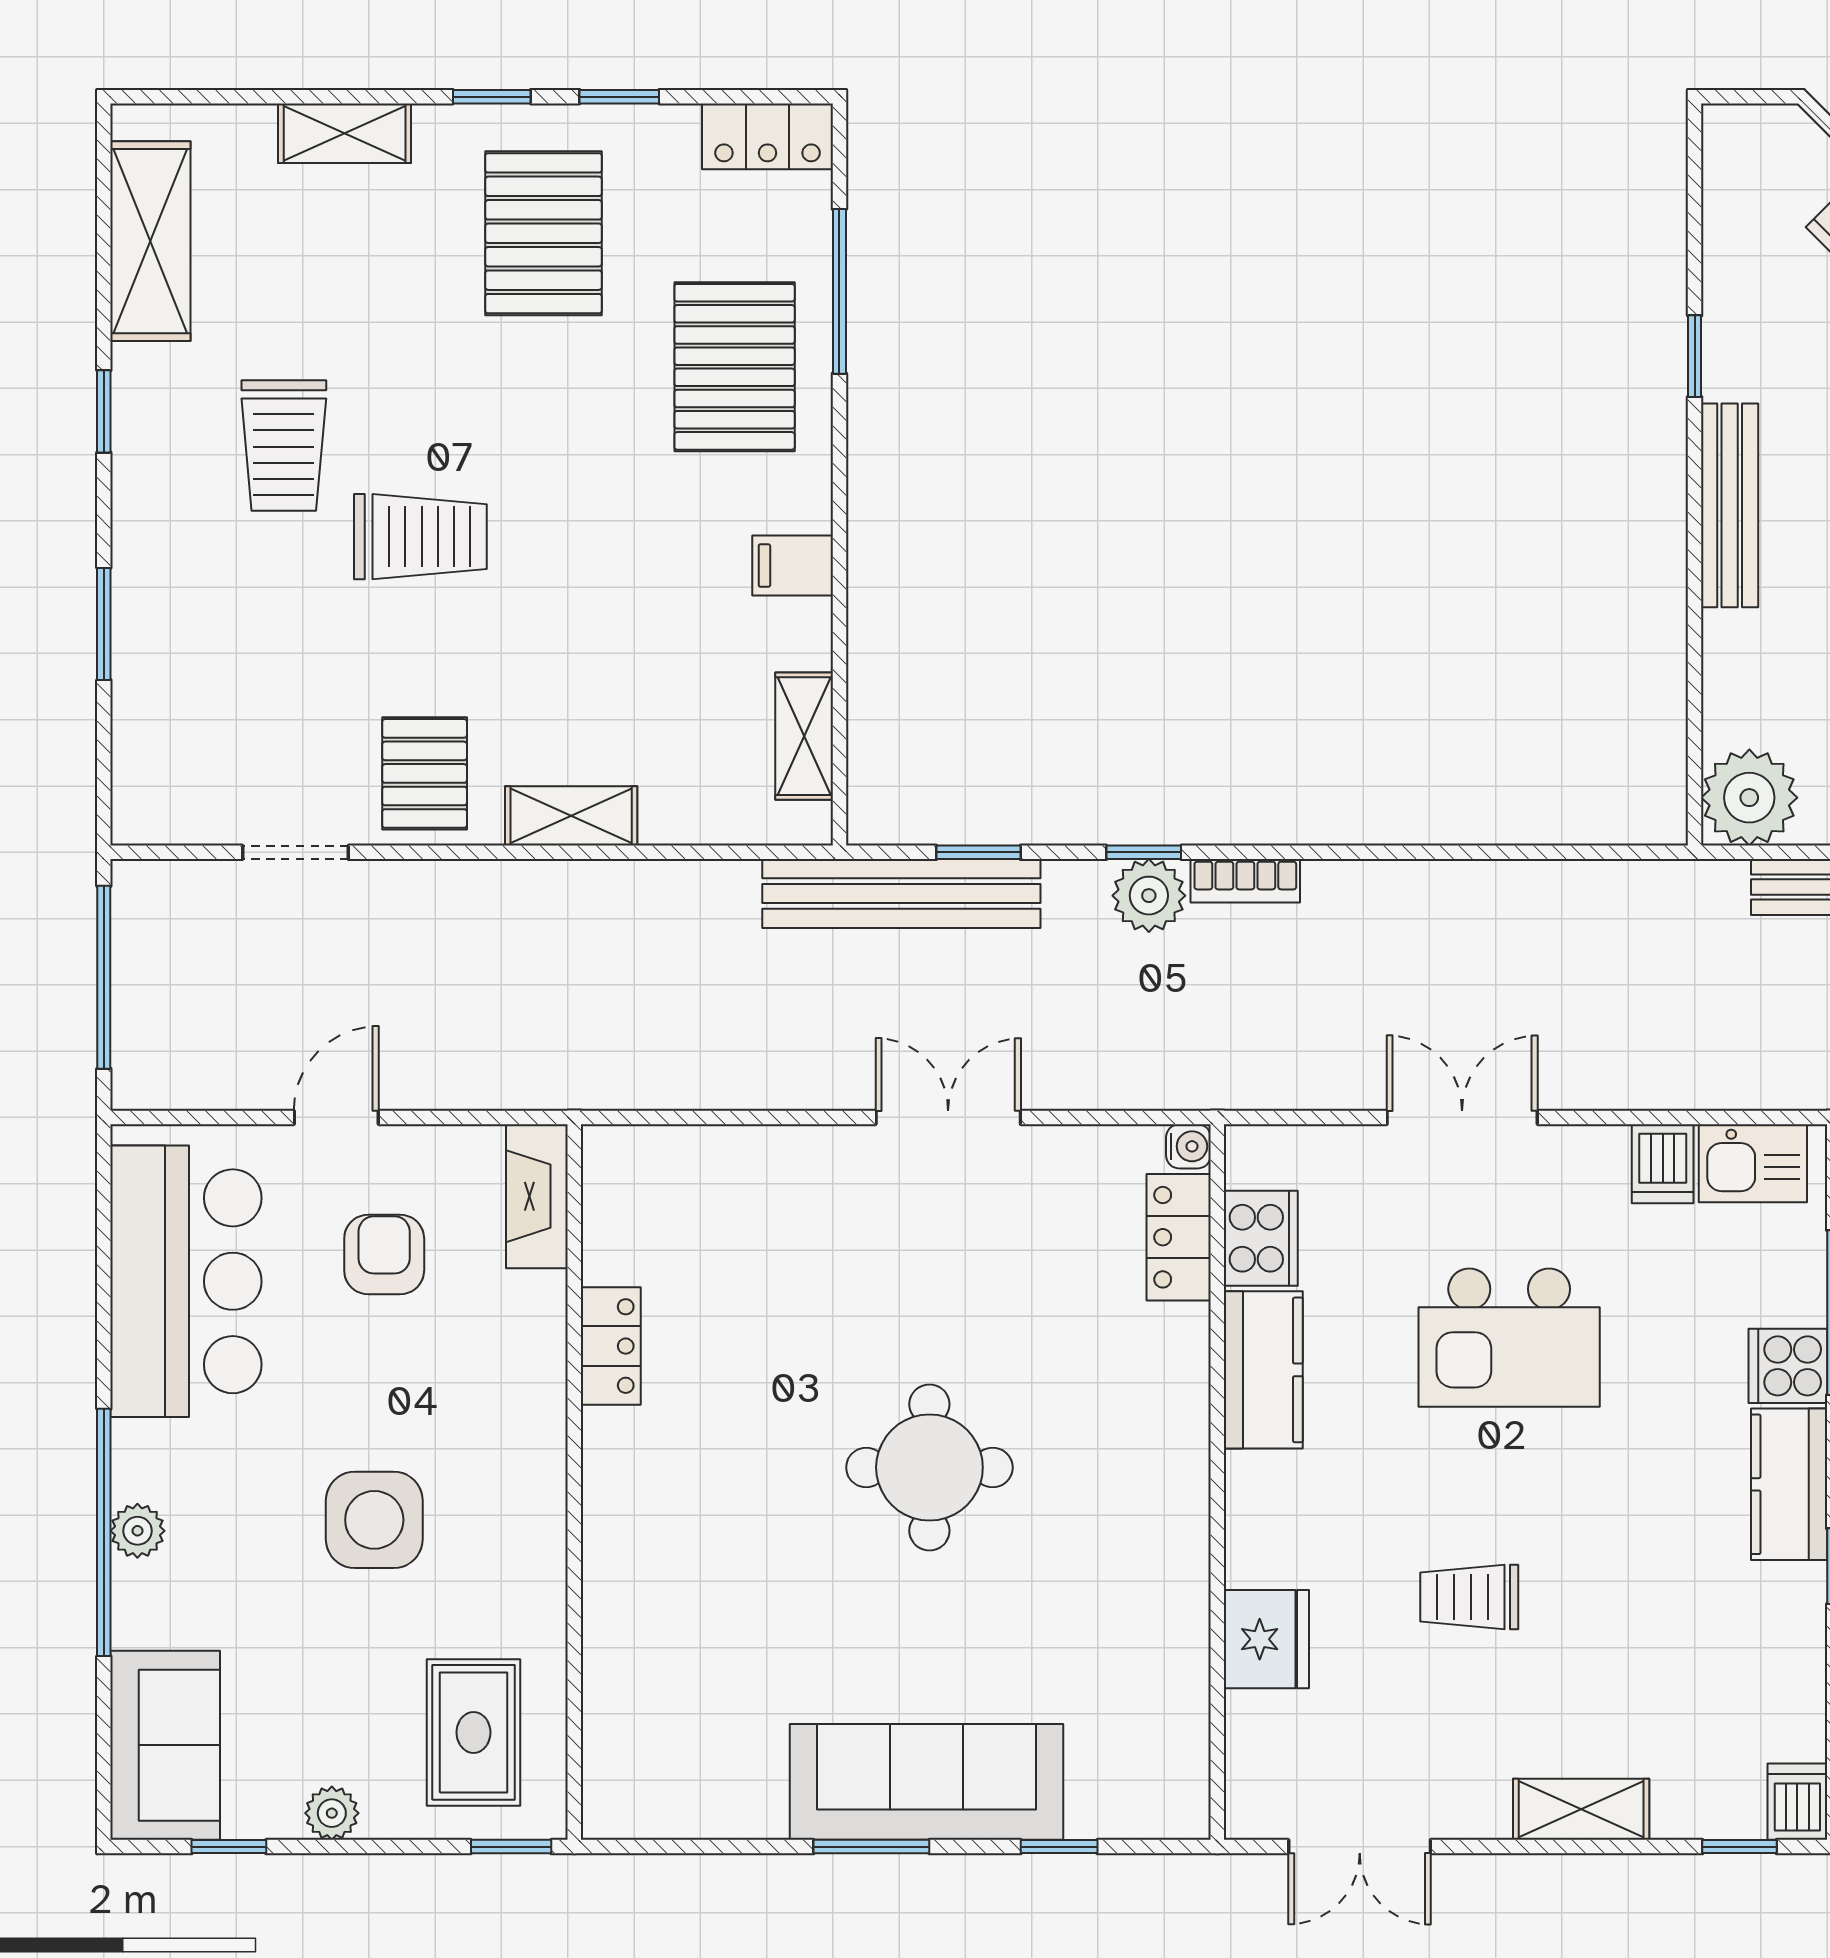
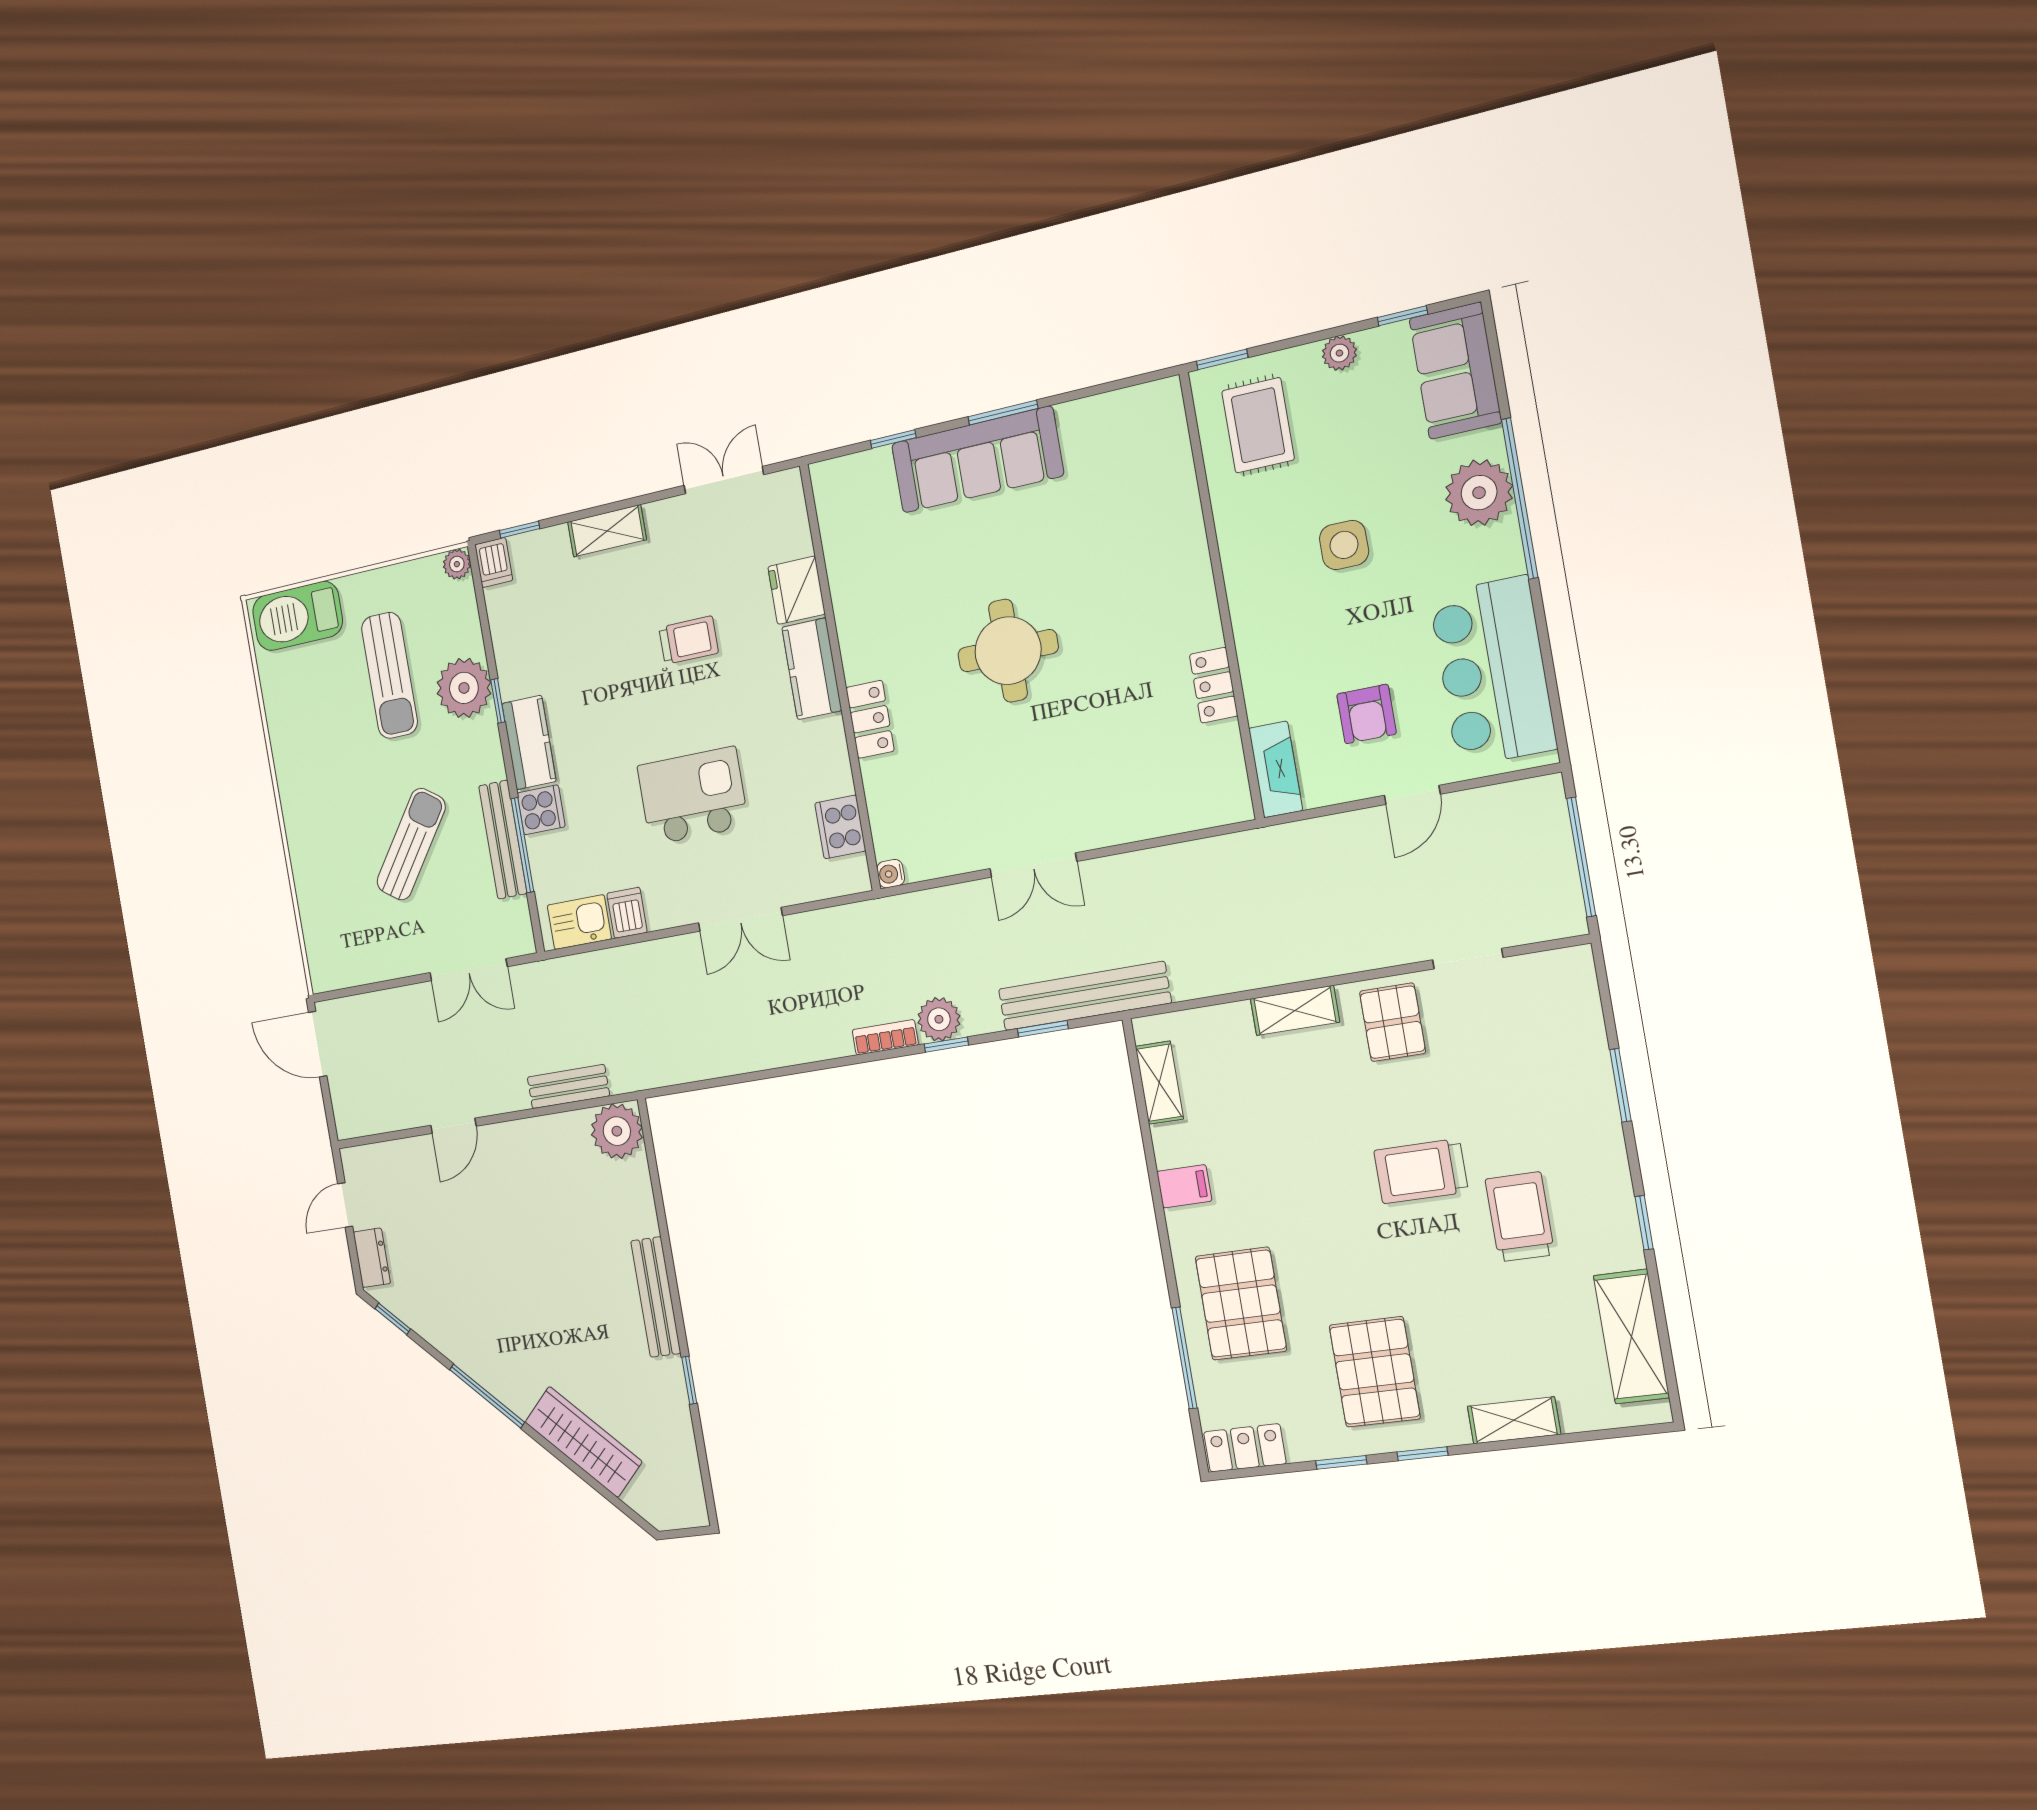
locker: (1179, 1237) -> (870, 719), moved
kitchen counter: (1263, 1370) -> (812, 669), moved
side table: (374, 1520) -> (1344, 545), width x0.73, depth x0.73
plant: (137, 1531) -> (1479, 493), width x1.87, depth x1.87

